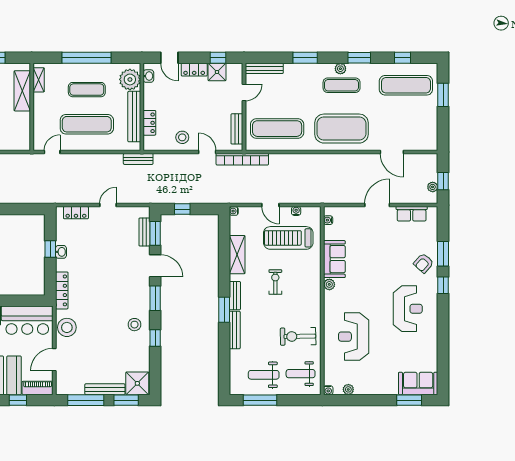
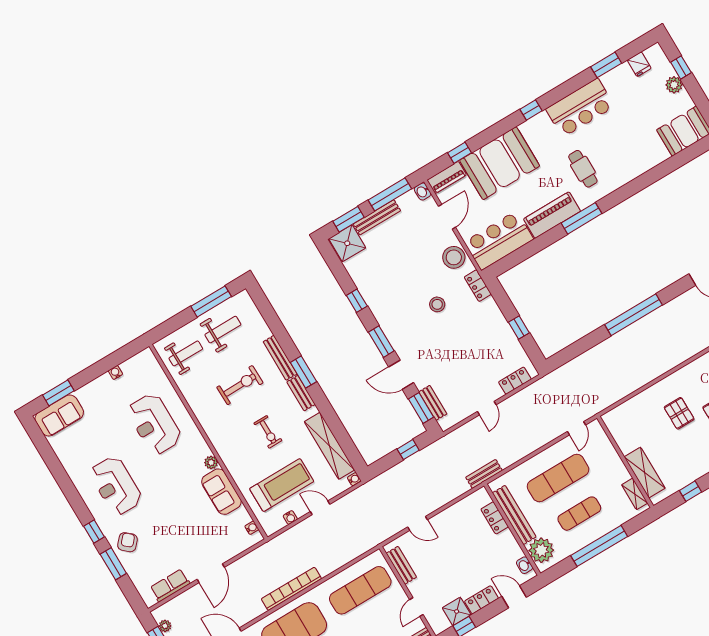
stool: (182, 137) -> (452, 523), removed
bookcase: (242, 159) -> (291, 589), moved
washbasin: (61, 252) -> (423, 191), moved
shelving: (237, 255) -> (329, 446), width x1.47
locker: (62, 290) -> (478, 286), width x0.66
stool: (134, 325) -> (437, 304), moved
exercise bike: (298, 336) -> (240, 385), moved
reception desk: (354, 337) -> (154, 424), turned 180
plant: (348, 389) -> (127, 366), removed
water cooler: (328, 390) -> (115, 372), moved

